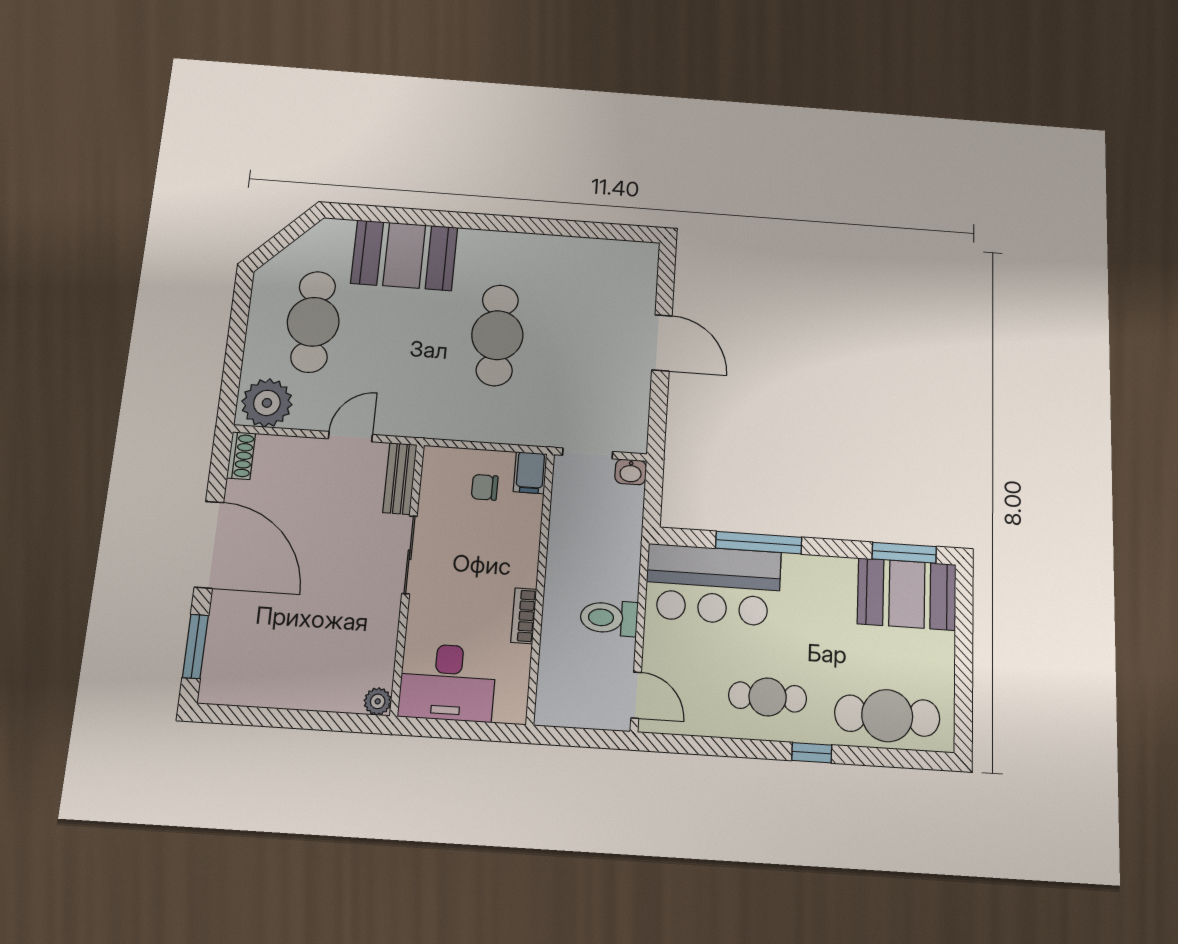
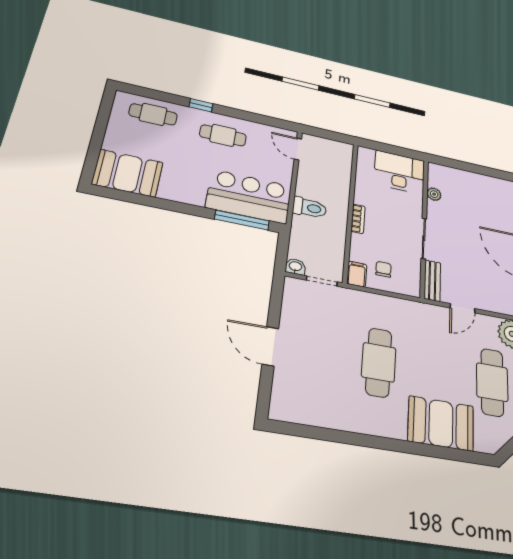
chair: (485, 487) -> (383, 269), turned -90
window: (759, 543) -> (242, 220), moved
window: (904, 553) -> (124, 196), removed
bookcase: (524, 616) -> (358, 219), moved
toilet: (609, 618) -> (310, 208), moved
plant: (378, 701) -> (434, 194), moved
cafe table: (887, 716) -> (153, 114), width x0.73, depth x0.74

